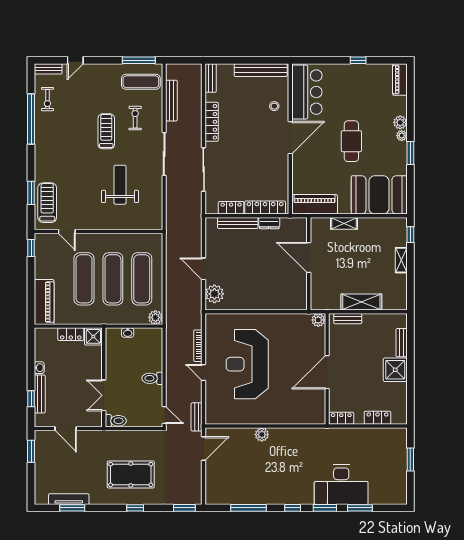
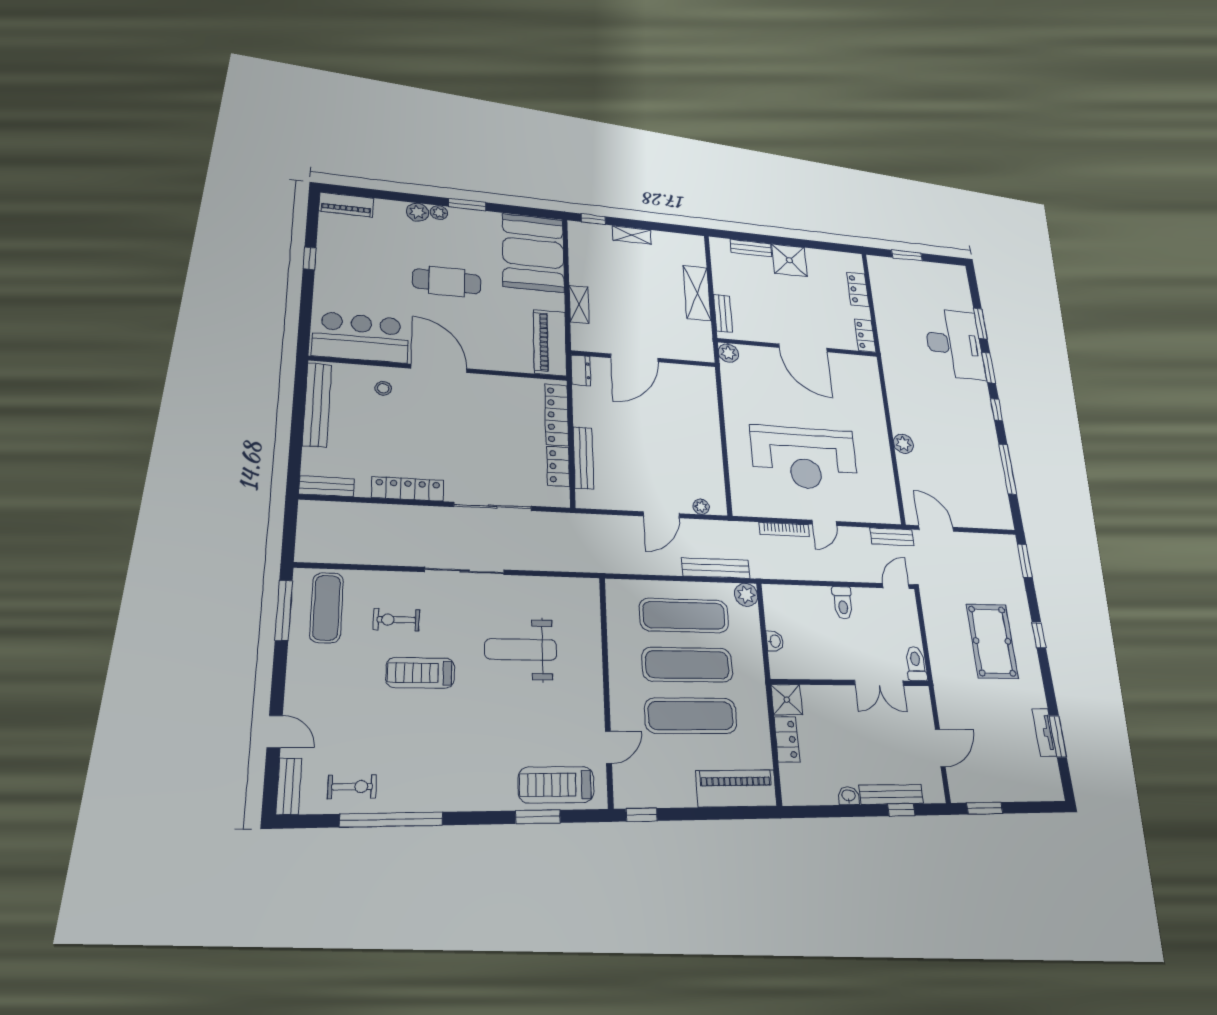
bench: (171, 101) -> (716, 568), moved
dresser: (269, 223) -> (581, 370), moved
plant: (214, 294) -> (701, 507), width x0.53, depth x0.53
tv unit: (69, 499) -> (1044, 732), width x0.71

